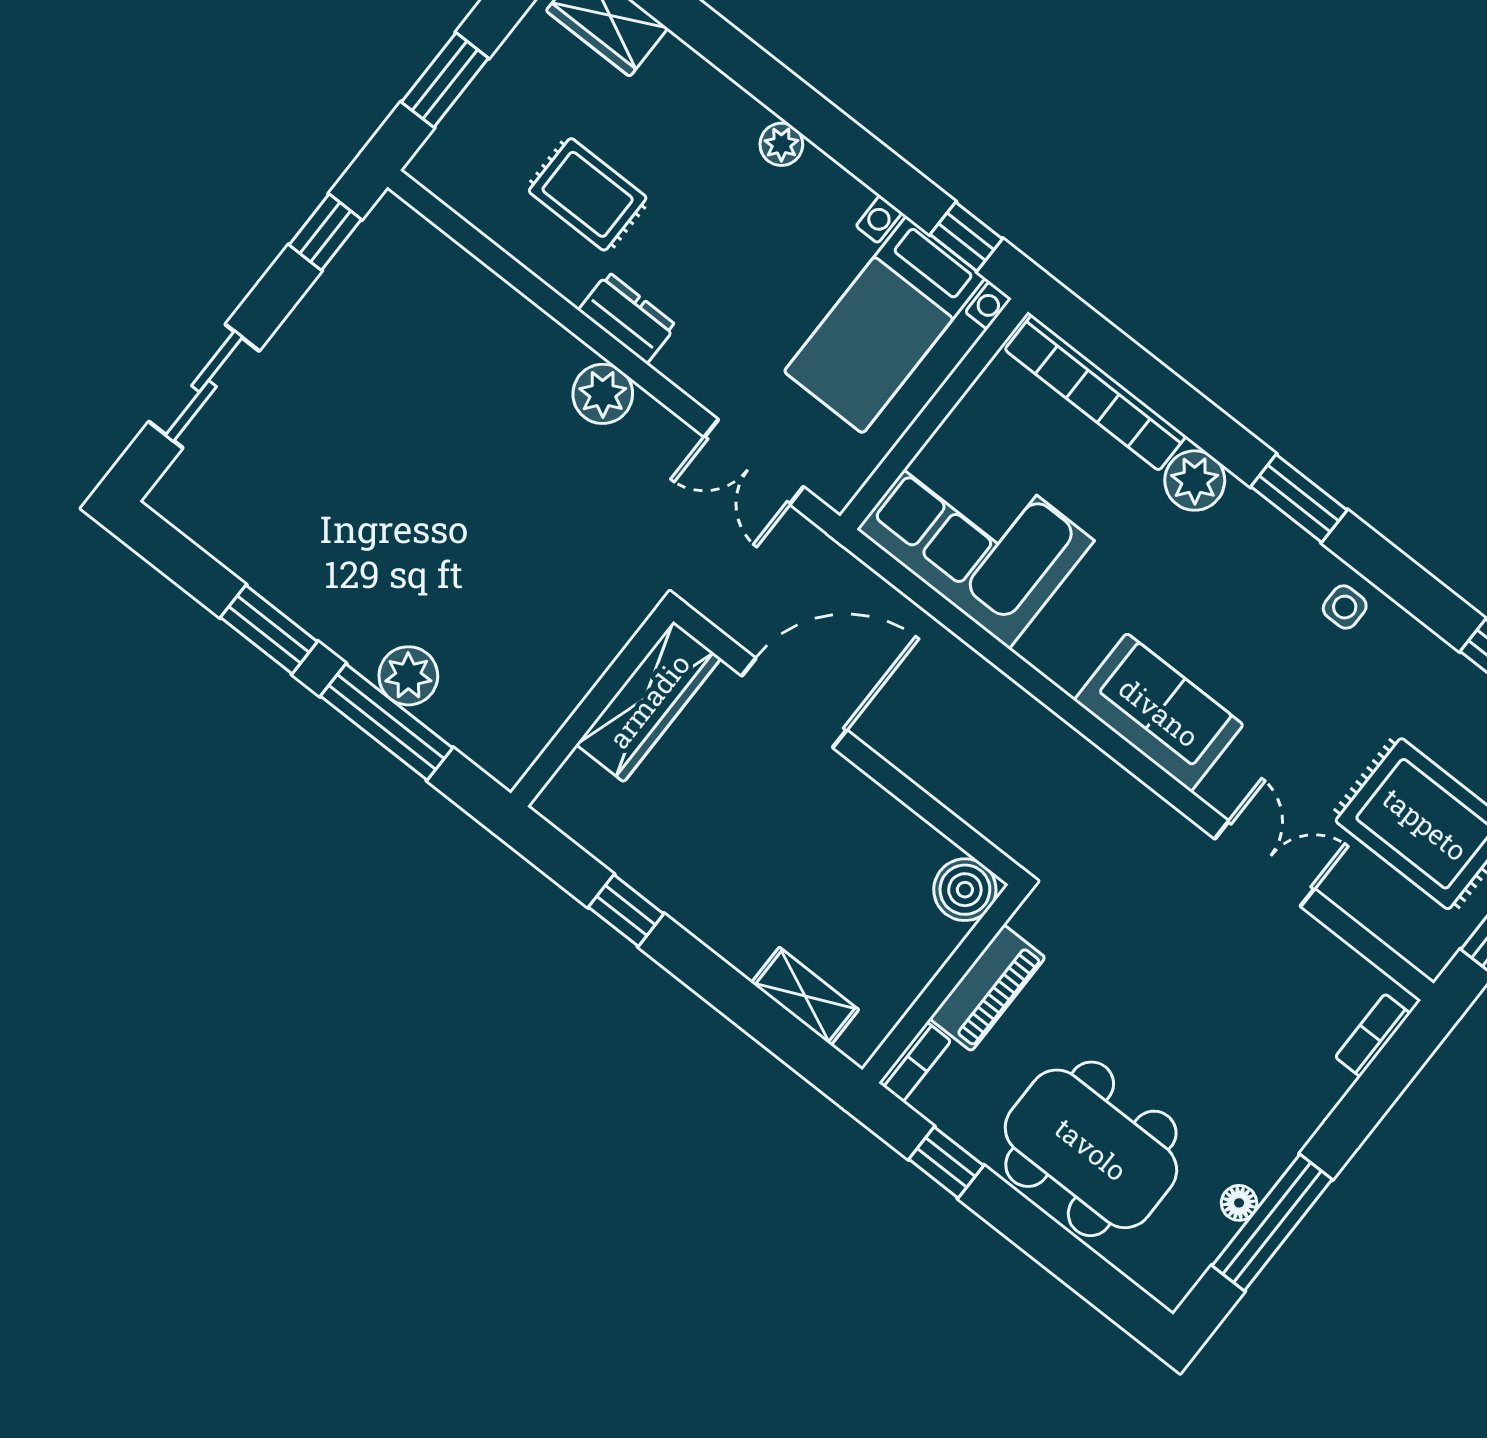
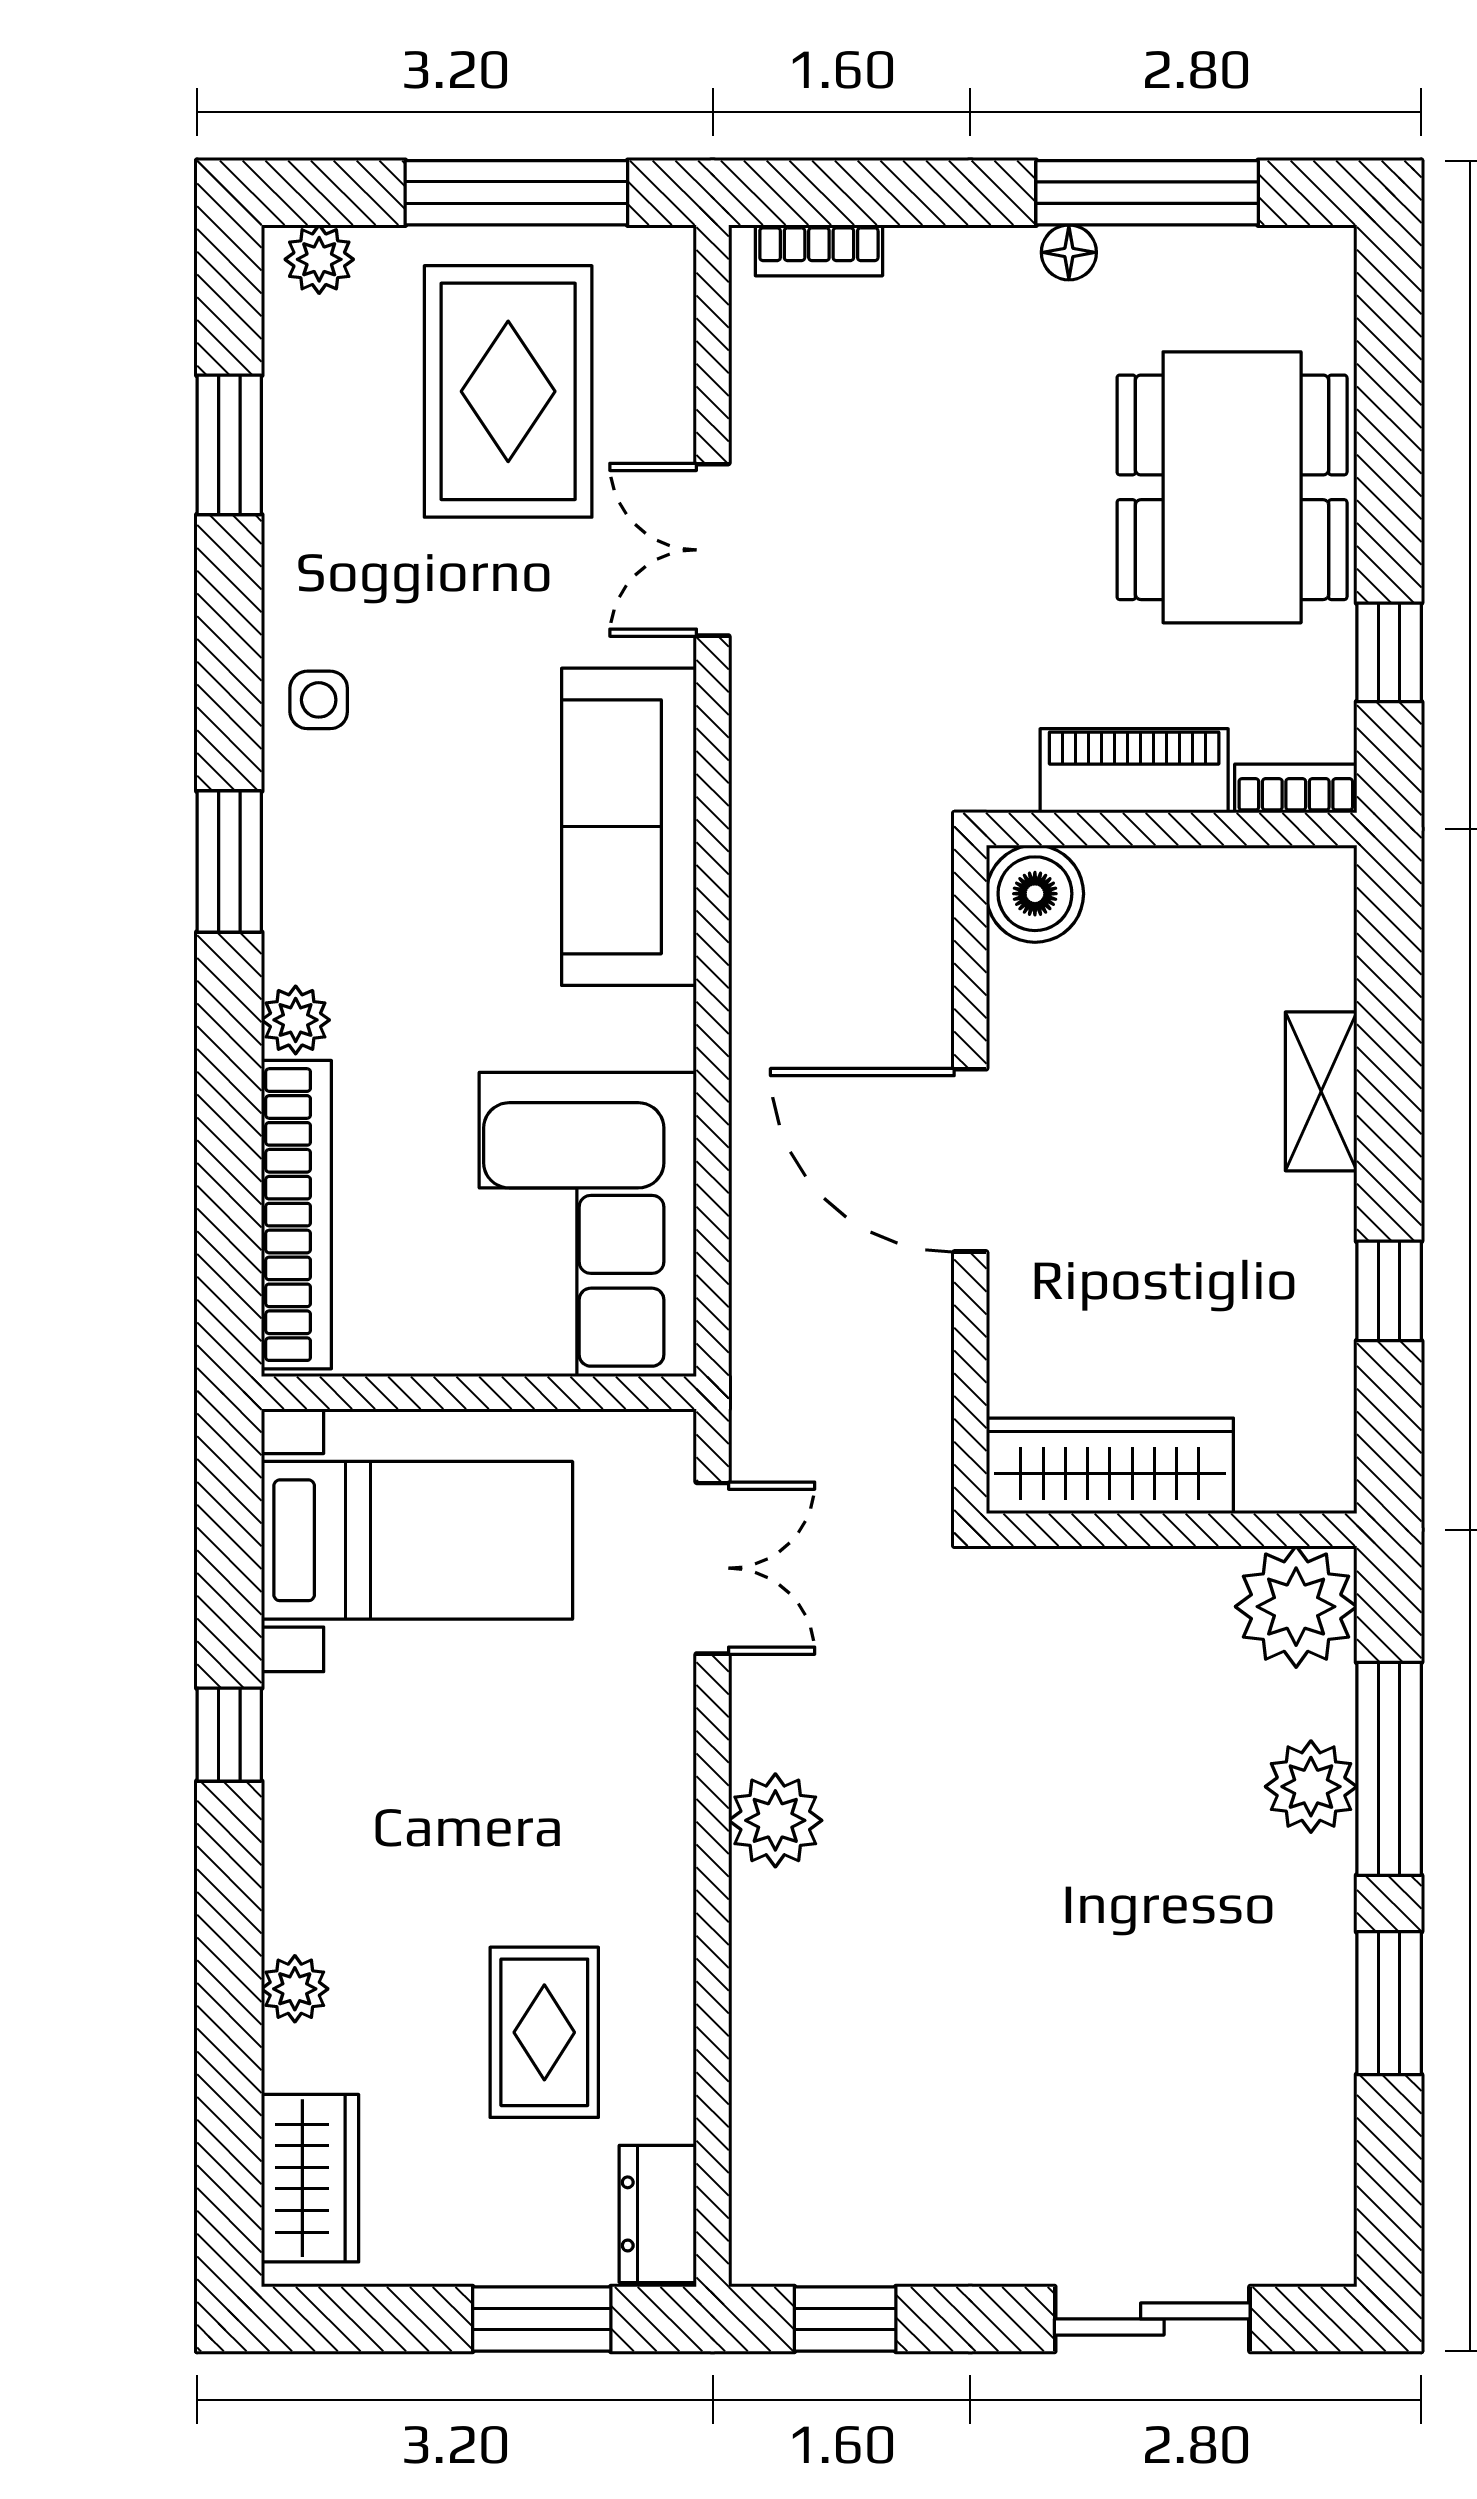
plant: (781, 144) -> (295, 1989), moved
window: (966, 237) -> (229, 1735), moved
dresser: (627, 318) -> (658, 2214), moved
plant: (1195, 481) -> (296, 1020), width x0.73, depth x0.73
door: (794, 703) -> (970, 1160), moved
sofa: (1159, 712) -> (629, 827), width x1.36
plant: (504, 739) -> (1296, 1607), added
shelving: (805, 996) -> (1321, 1091), moved
floor lamp: (1239, 1203) -> (1069, 252), moved

